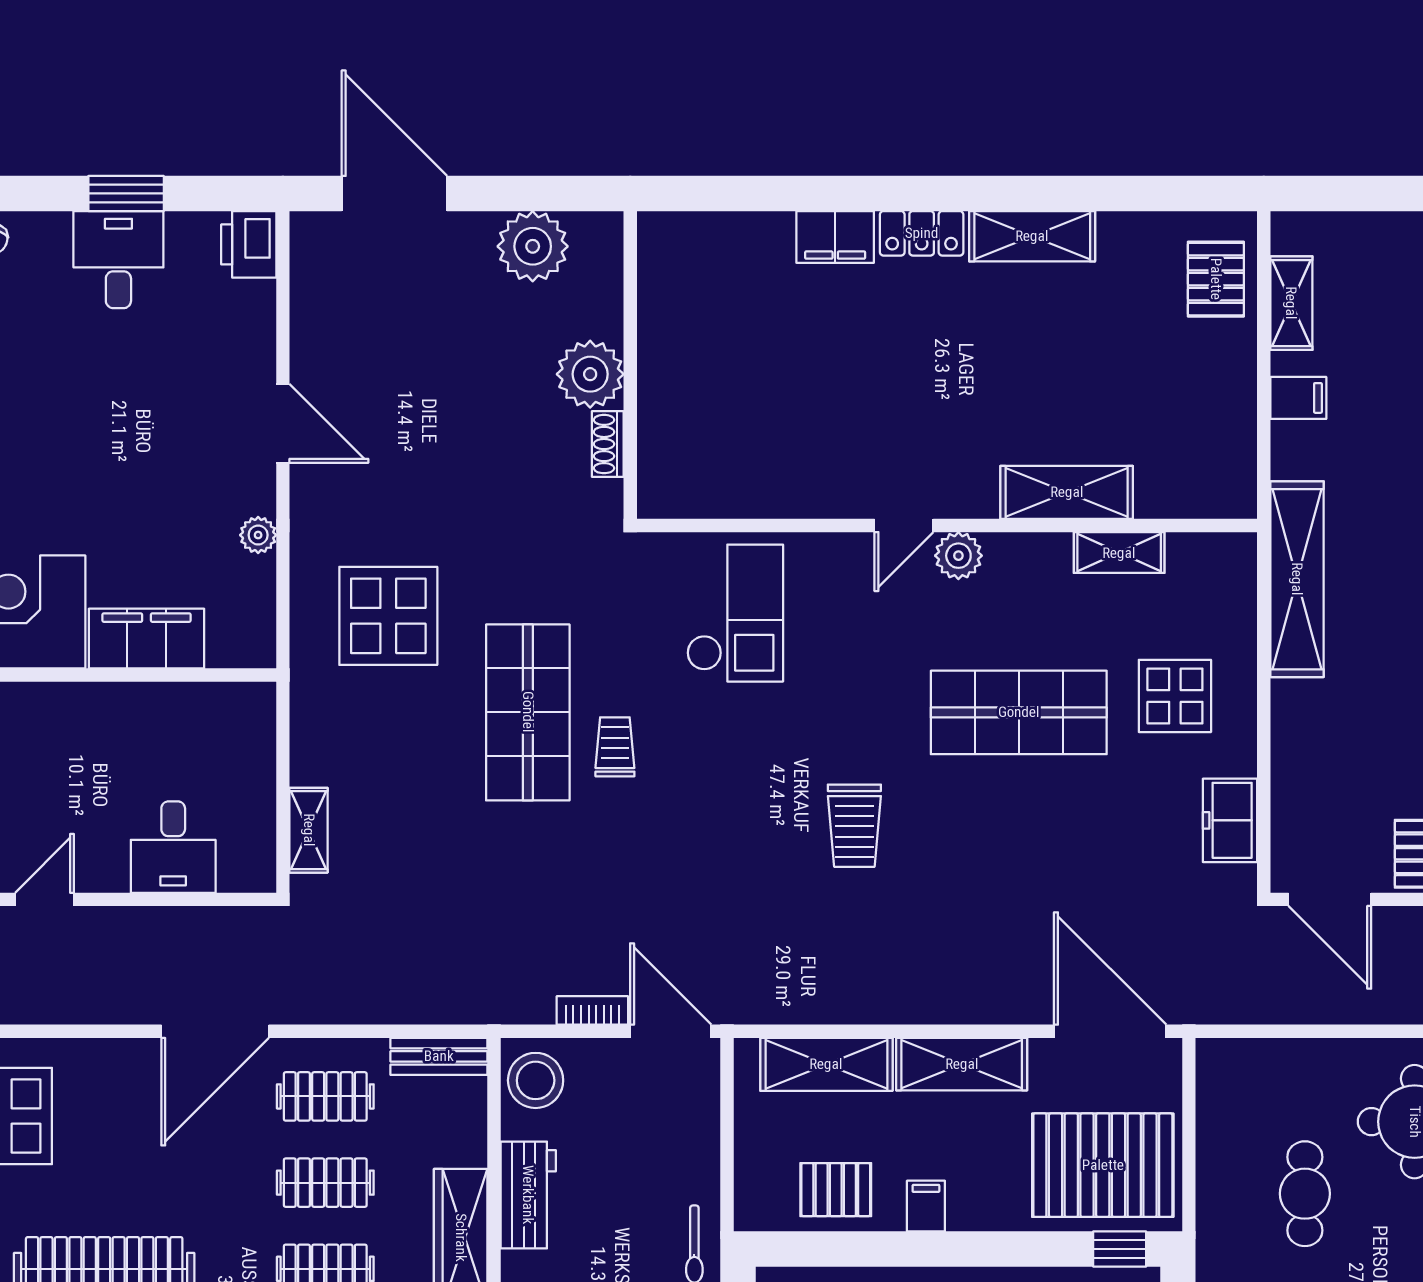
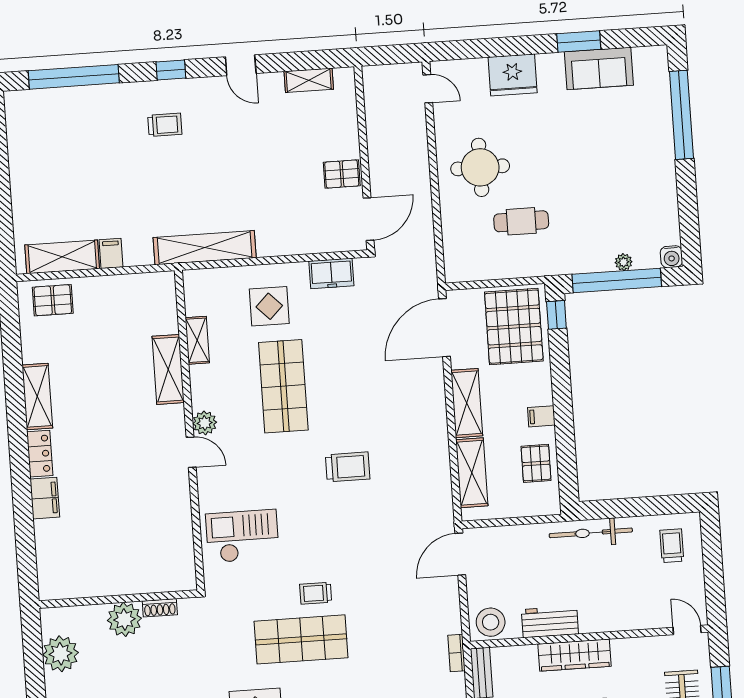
shelving: (1291, 303) -> (62, 257), width x1.50, depth x1.33
bookcase: (592, 1010) -> (456, 653), moved

